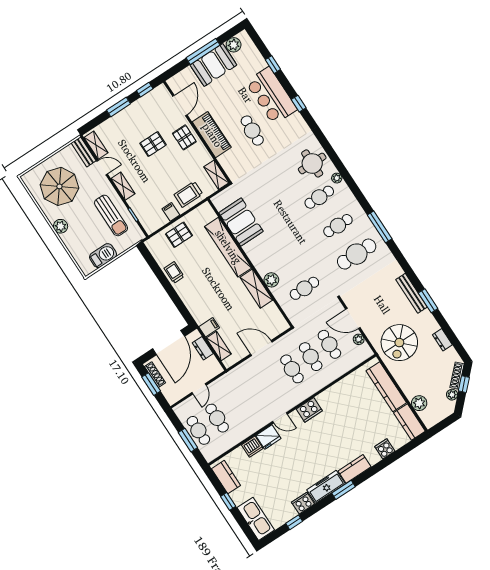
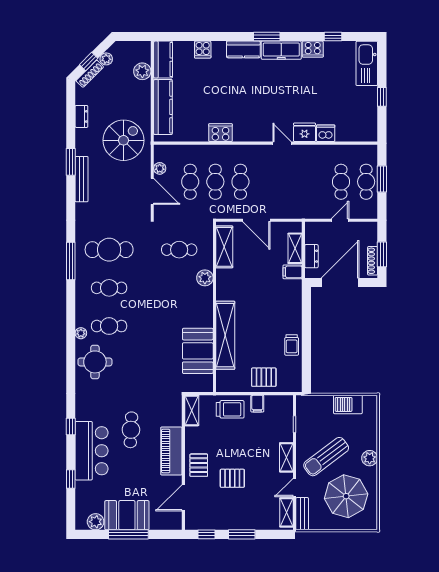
door: (102, 168) -> (294, 488), hinge flipped
sun lounger: (111, 215) -> (326, 457), moved, turned -127
shelving: (256, 289) -> (224, 247), moved
cooker: (309, 410) -> (220, 133), moved
kitchen counter: (226, 477) -> (369, 121), removed

